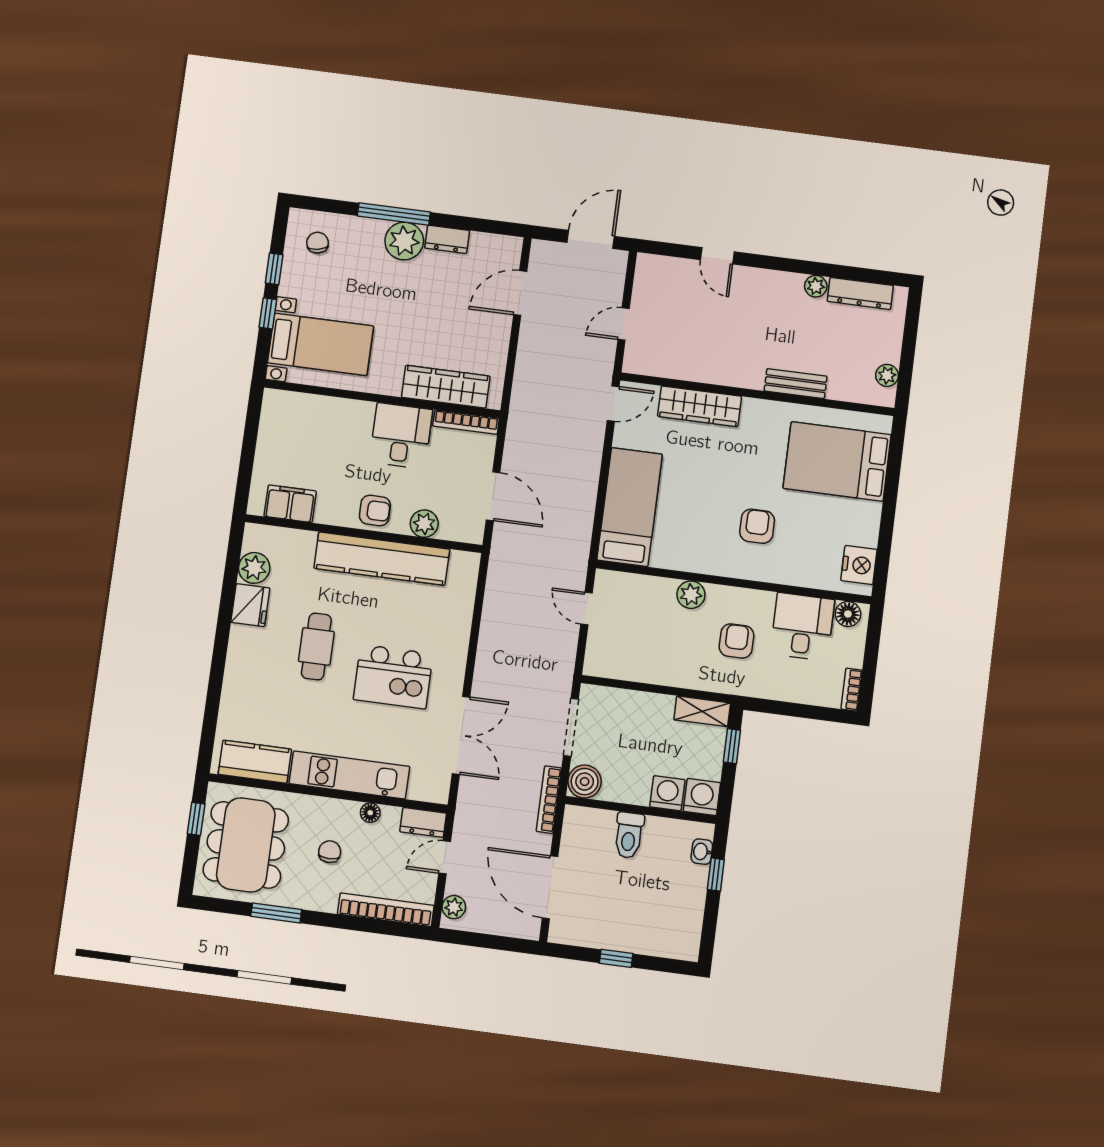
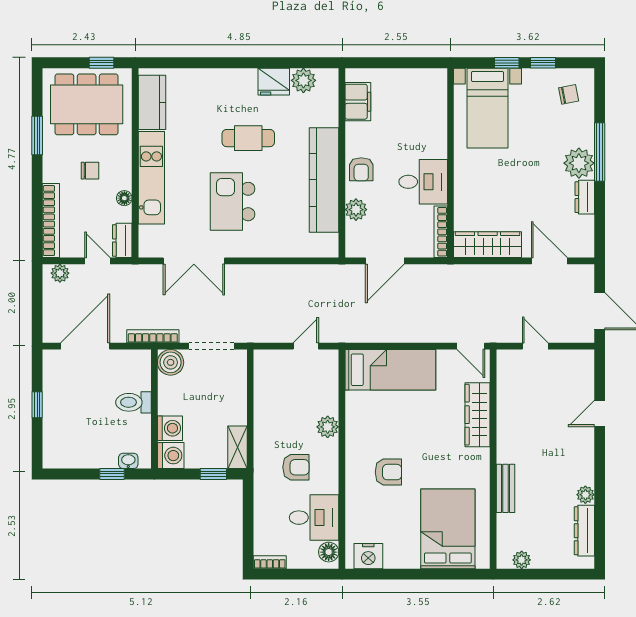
wardrobe: (446, 387) -> (488, 245), moved, turned -90

